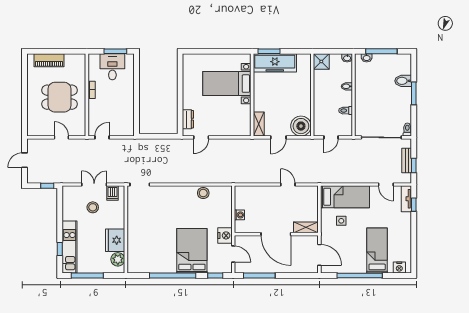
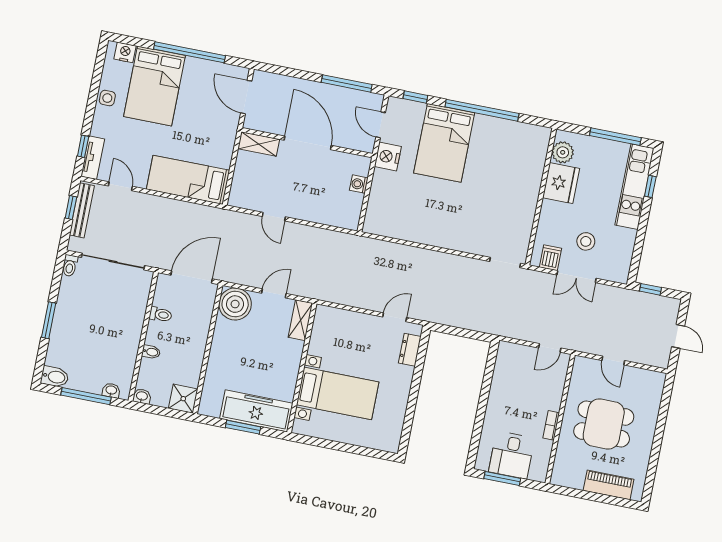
window: (269, 51) -> (243, 427), moved
bidet: (403, 81) -> (55, 377), moved
door: (331, 137) -> (192, 277), width x1.88
door: (24, 160) -> (678, 336), hinge flipped
bench: (407, 161) -> (82, 210), width x1.36
stool: (203, 193) -> (409, 230), removed
side table: (341, 221) -> (107, 98), moved
bed: (377, 250) -> (155, 86), width x1.50

